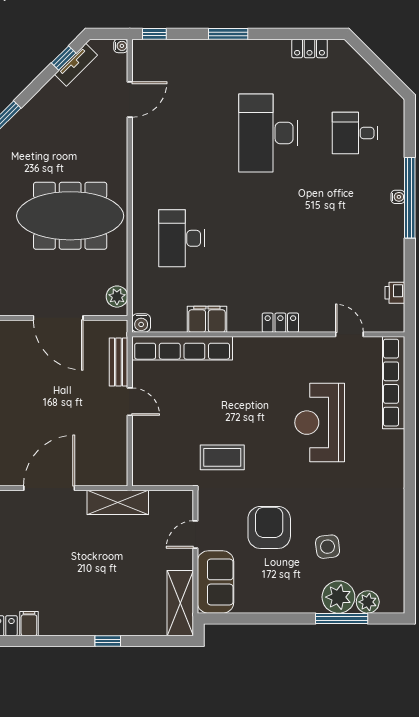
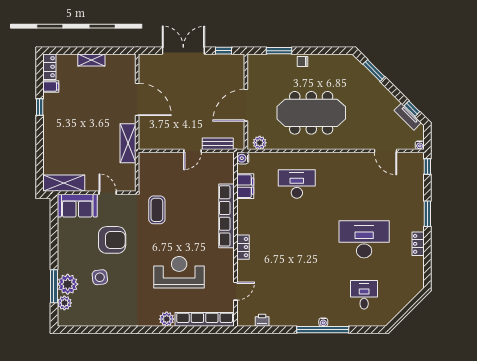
locker: (310, 48) -> (418, 244), moved
meeting table: (70, 216) -> (311, 113), turned 90
filing cabinet: (207, 319) -> (245, 186), moved
row of seats: (182, 348) -> (227, 216), moved
plant: (393, 442) -> (167, 319), added
window: (108, 641) -> (40, 107), moved

